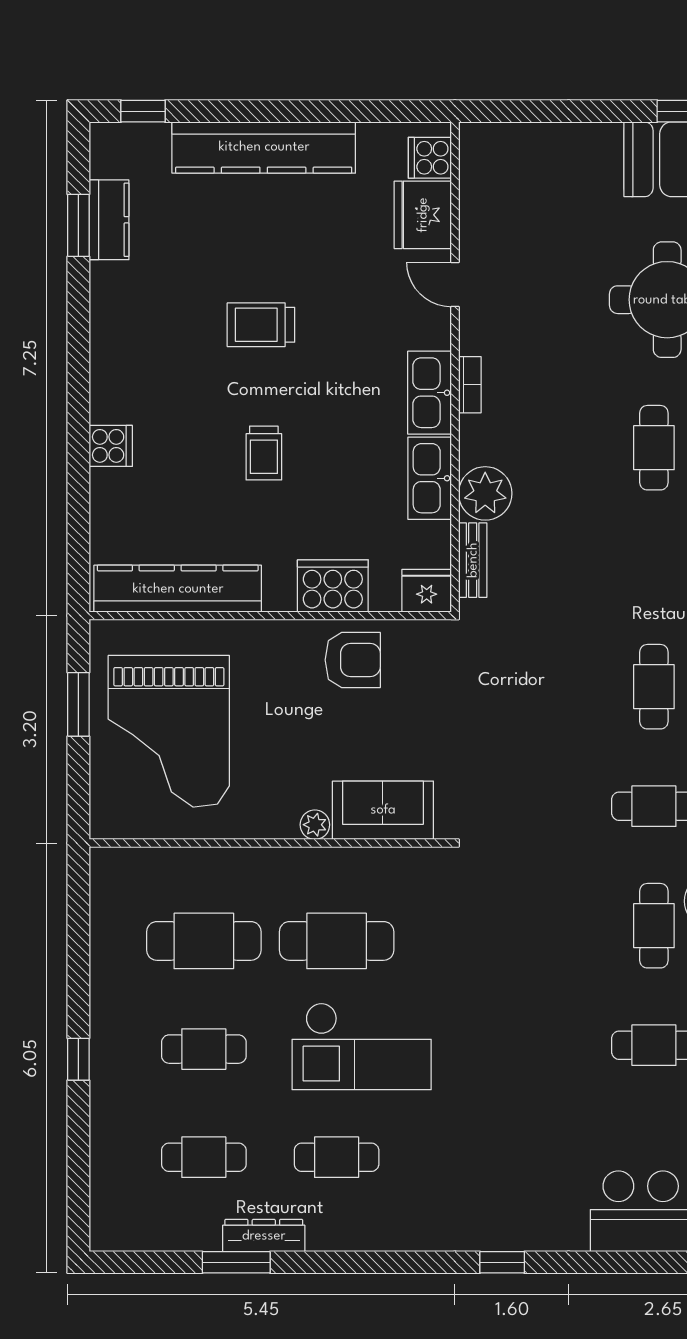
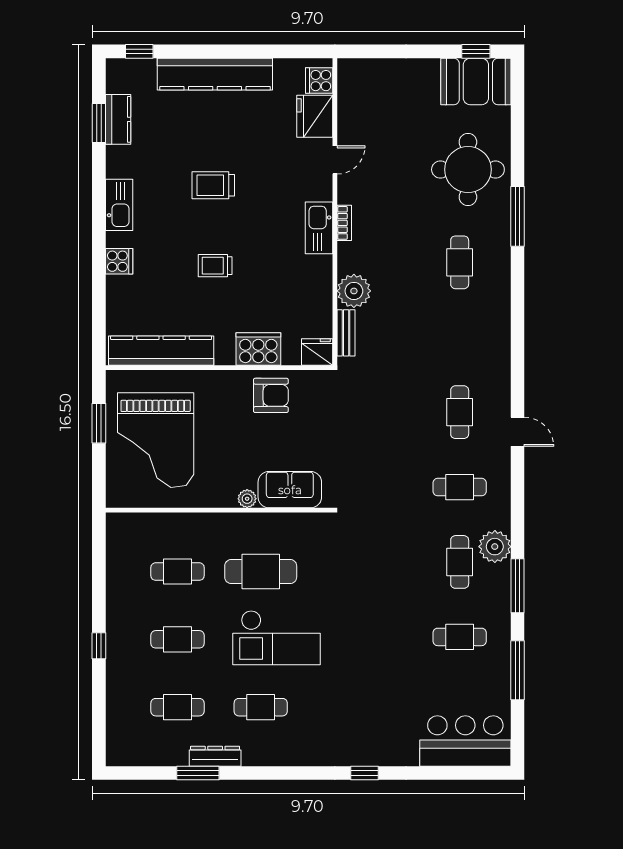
door: (455, 284) -> (335, 160), swing flipped
trolley: (264, 453) -> (215, 266), turned 90
kitchen sink: (430, 478) -> (119, 205), moved, turned 180
cafe table: (204, 941) -> (178, 572), width x0.73, depth x0.74

